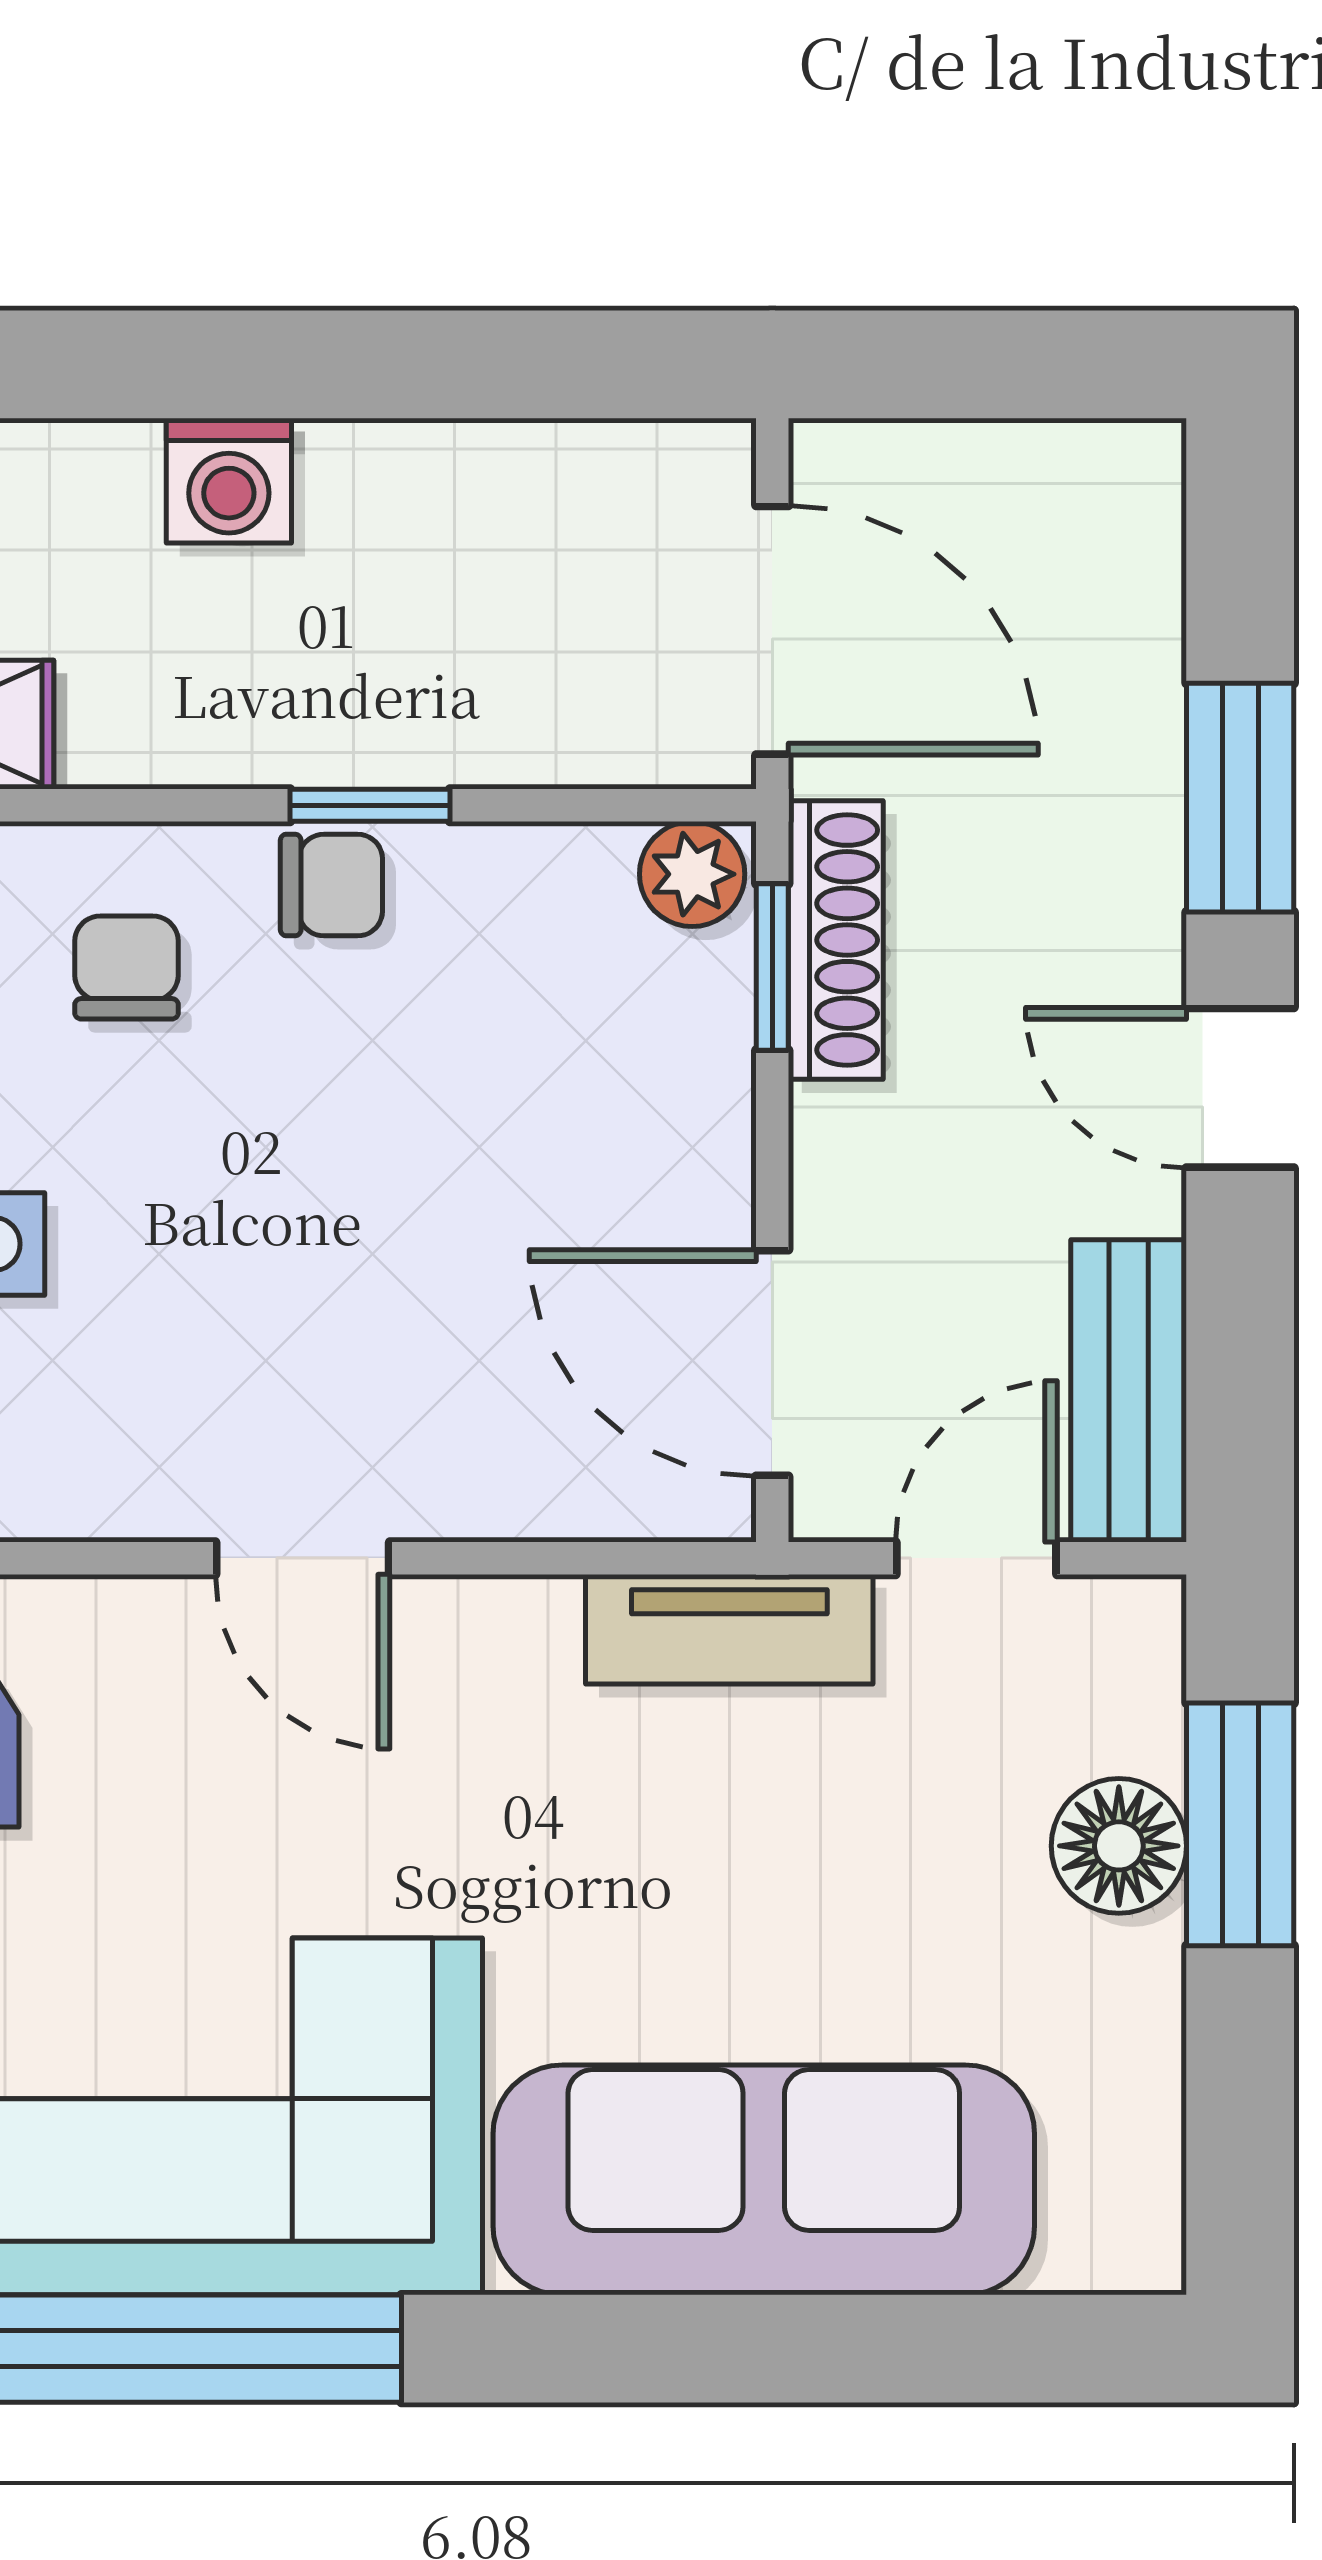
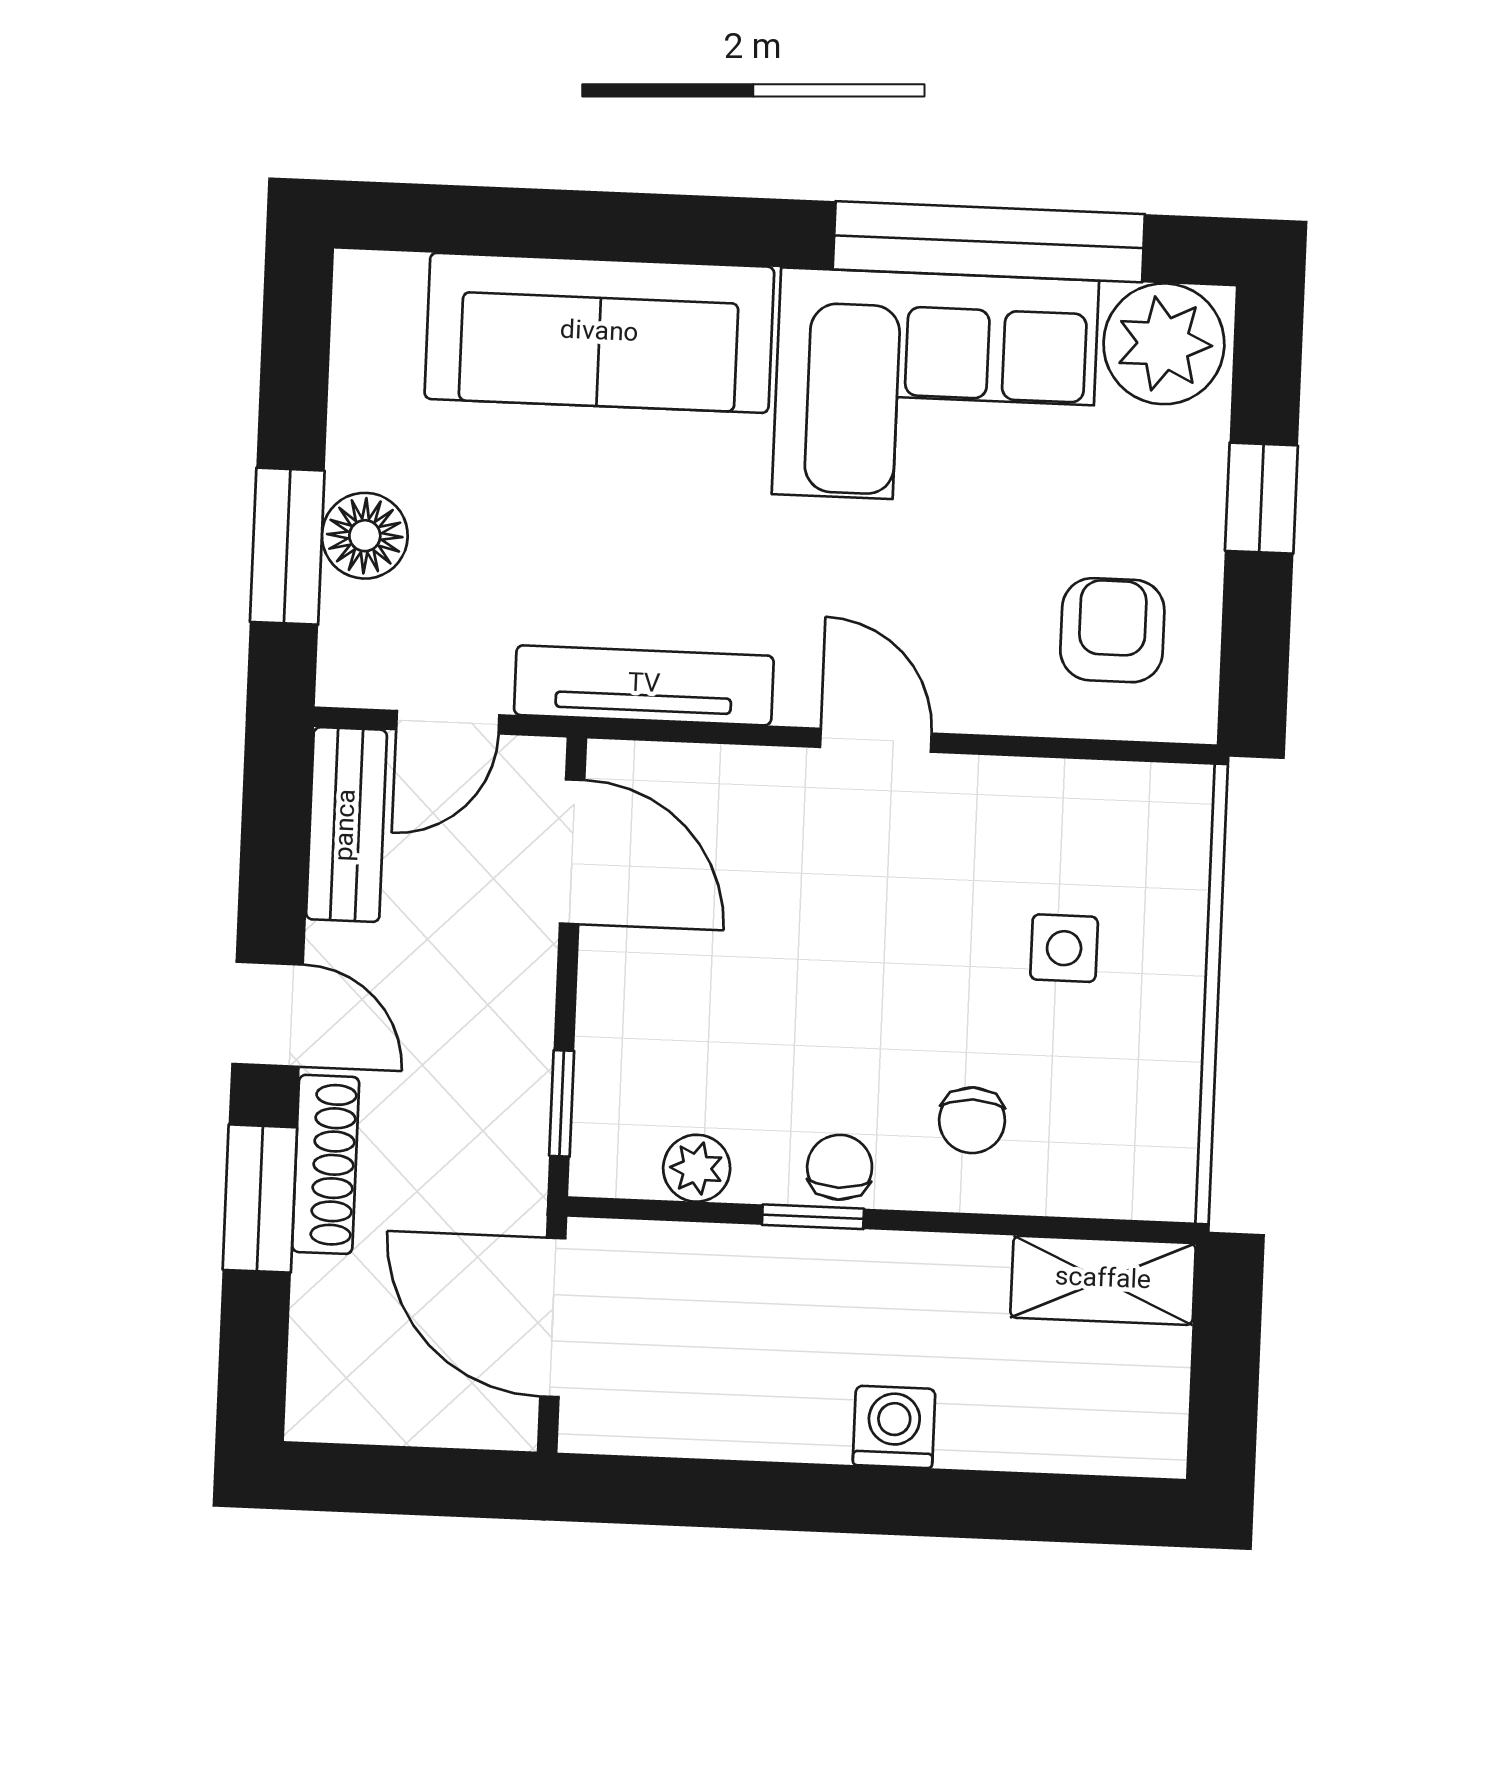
plant: (692, 874) -> (697, 1168), moved
chair: (331, 885) -> (840, 1167), turned 90
shoe rack: (836, 940) -> (326, 1164), moved, turned 180
tv unit: (729, 1629) -> (644, 685), width x1.41

